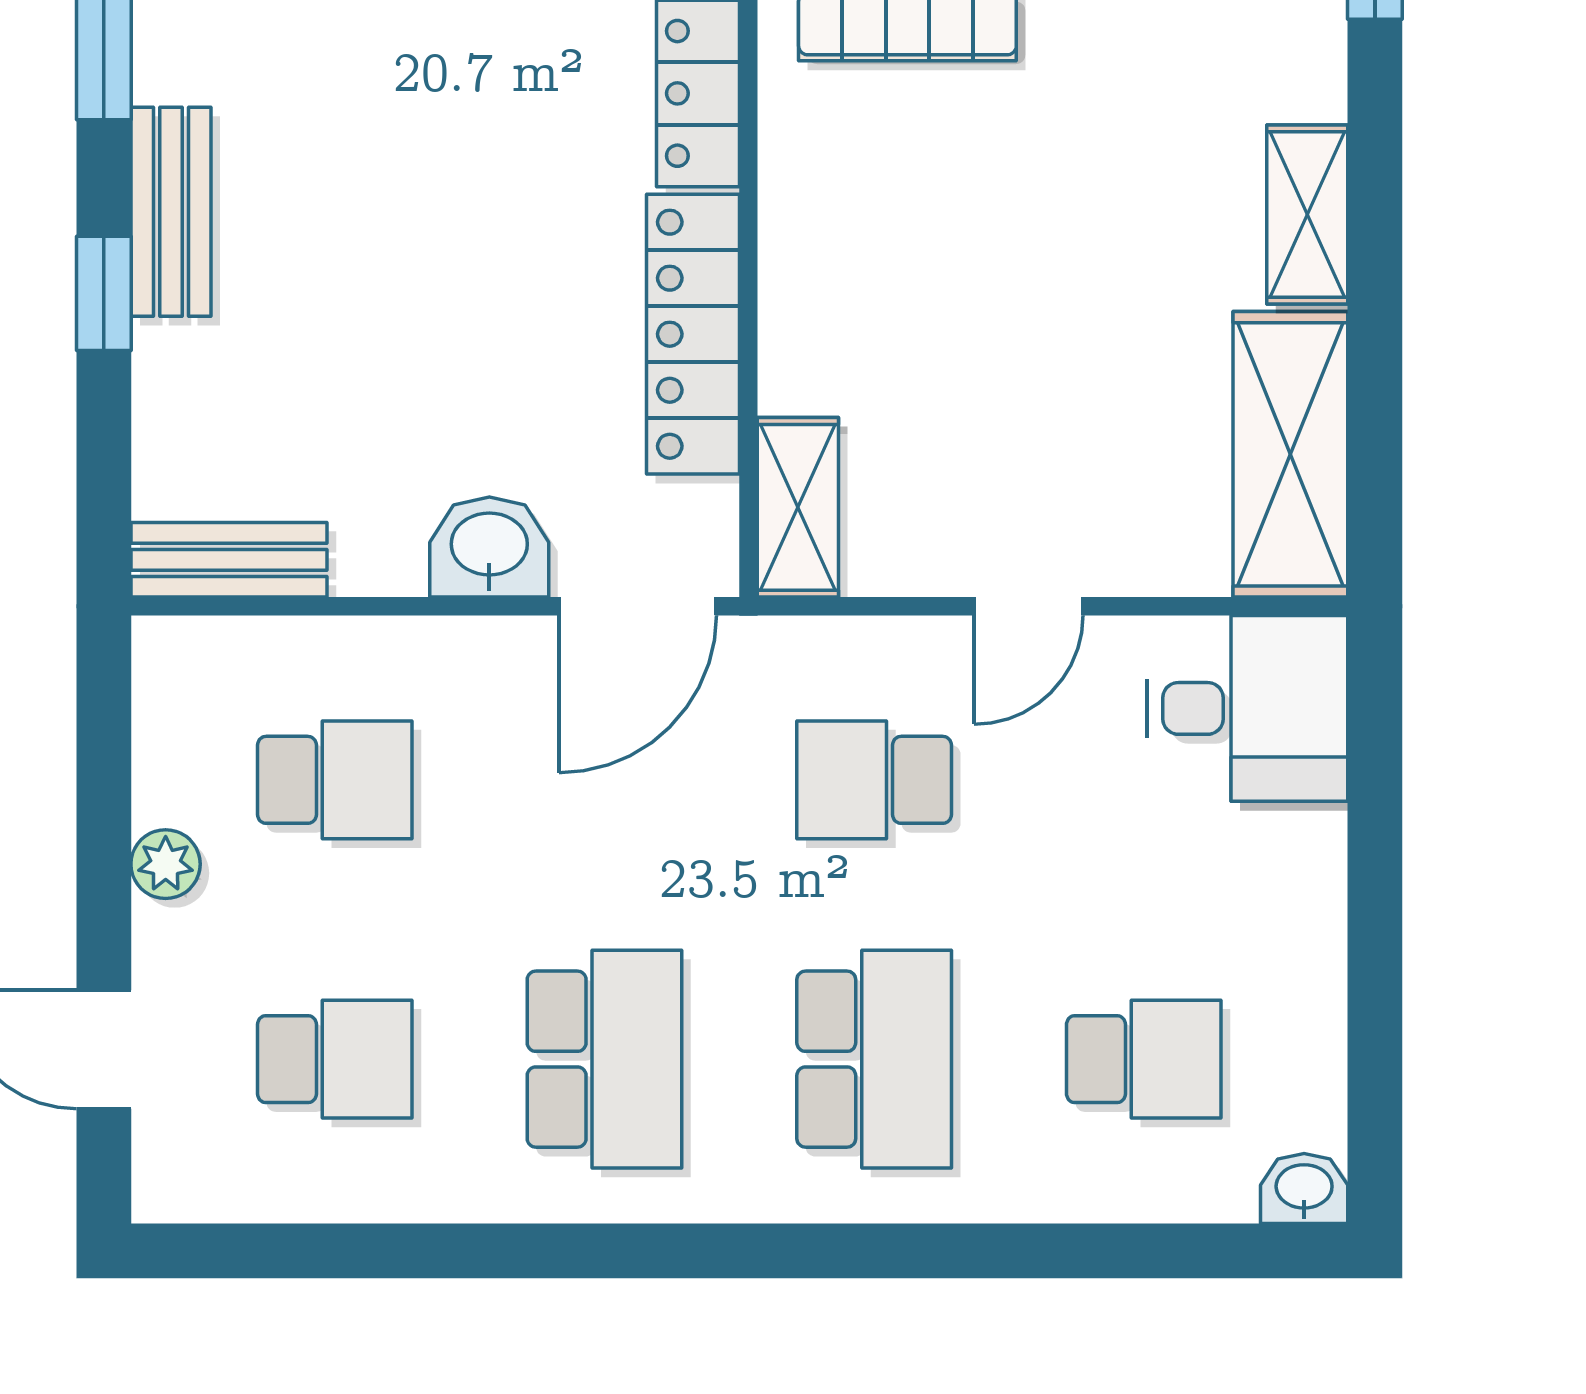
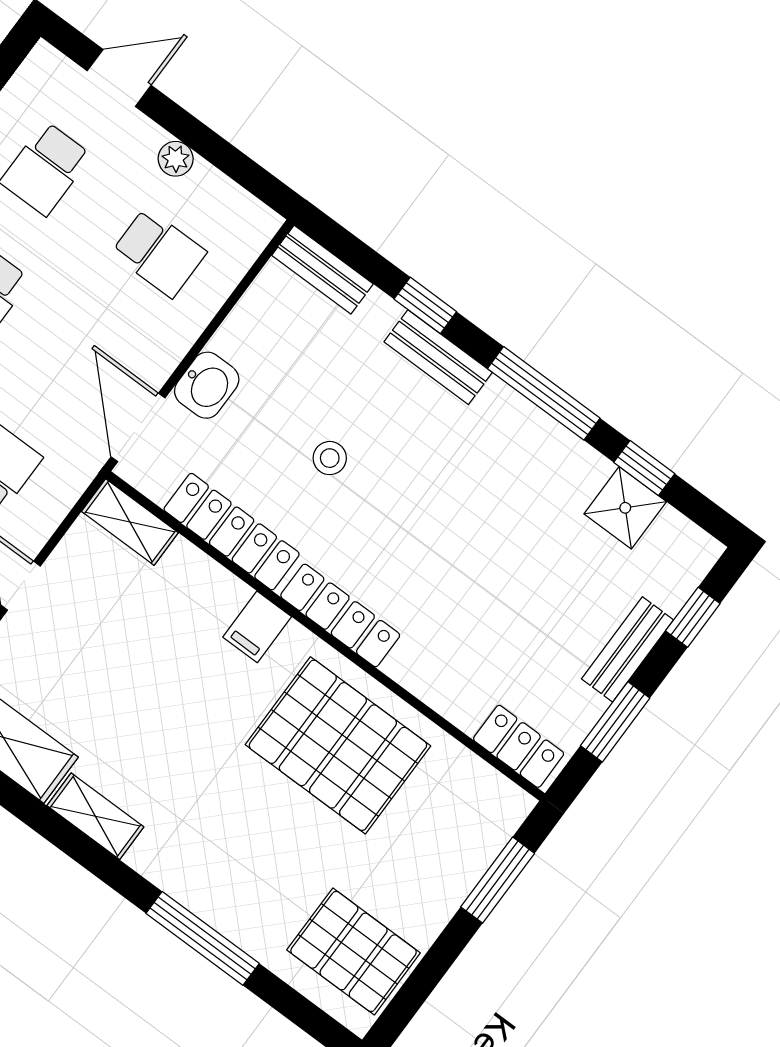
filing cabinet: (814, 181) -> (257, 627), added
stool: (460, 265) -> (330, 458), added
bench: (229, 560) -> (322, 270), moved, turned 90
school desk: (335, 780) -> (159, 253), turned -90

